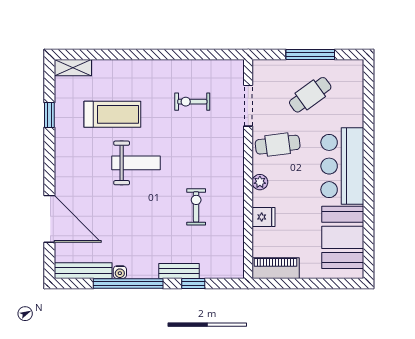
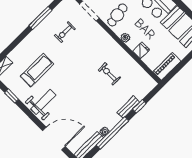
window: (179, 54) -> (40, 18), added
weight bench: (136, 163) -> (43, 102), moved

